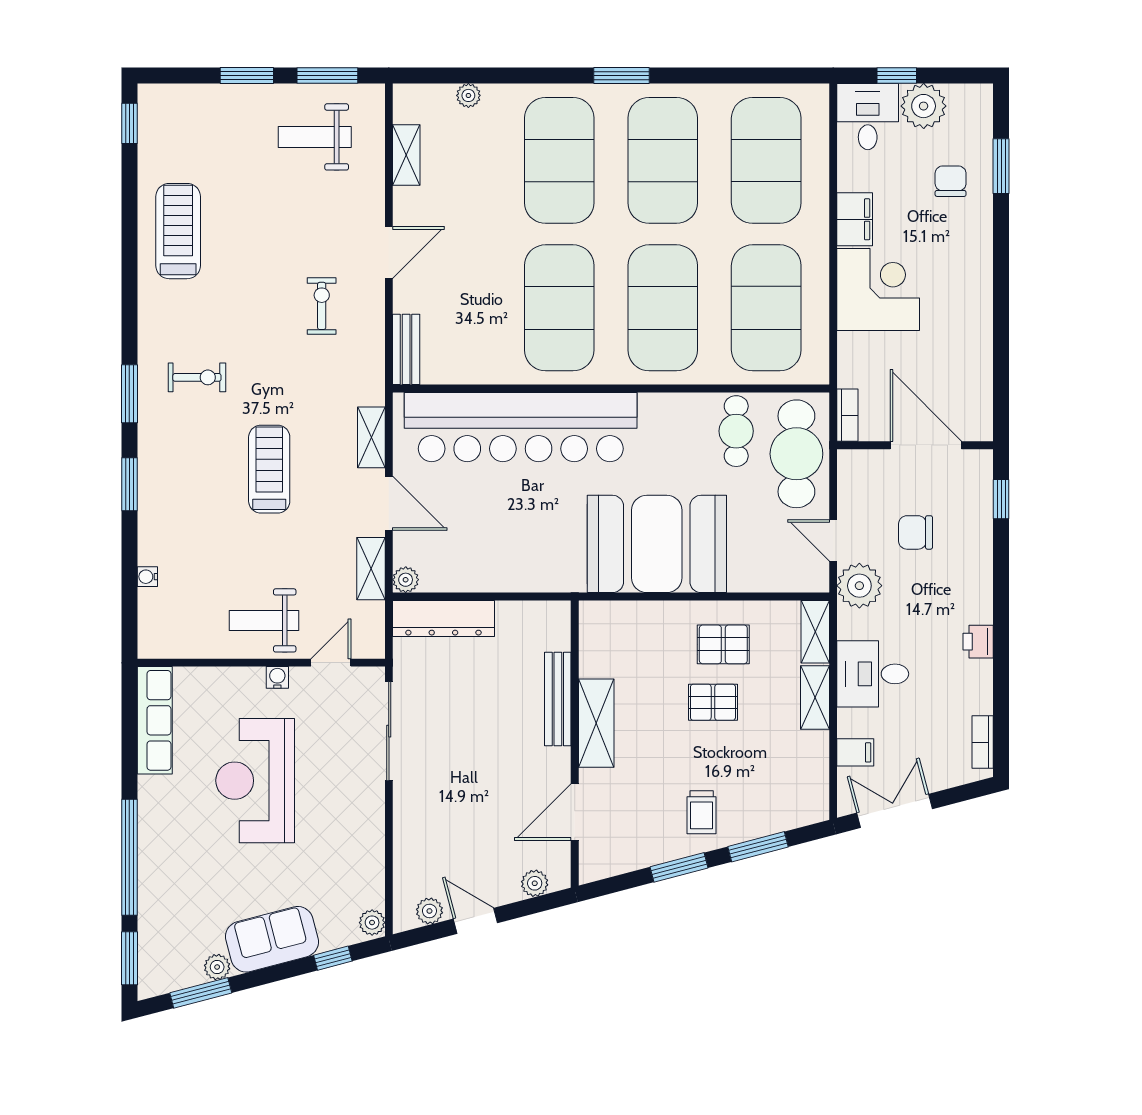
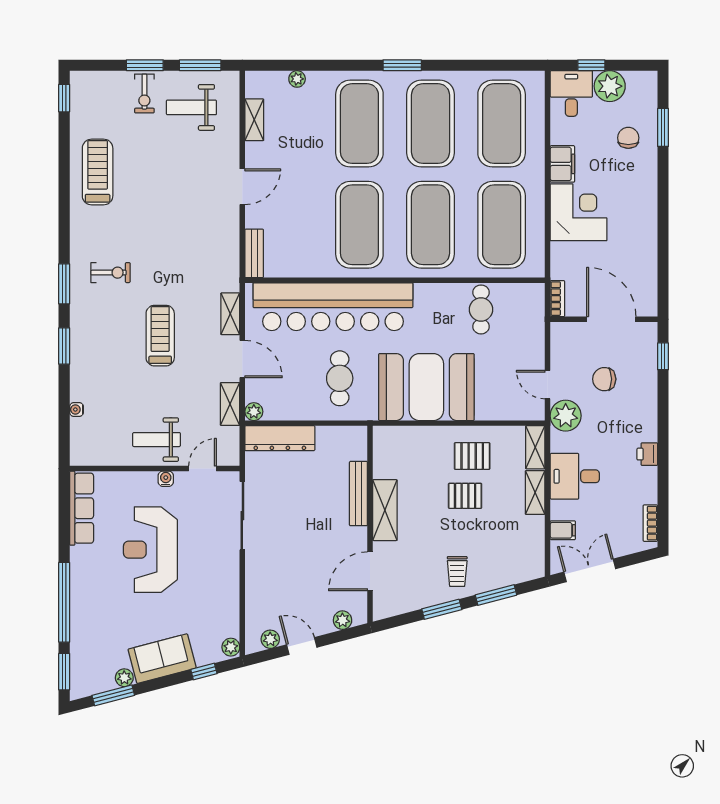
exercise bike: (322, 306) -> (144, 93), moved, turned 180
cafe table: (796, 454) -> (340, 378), moved, width x0.73, depth x0.74

